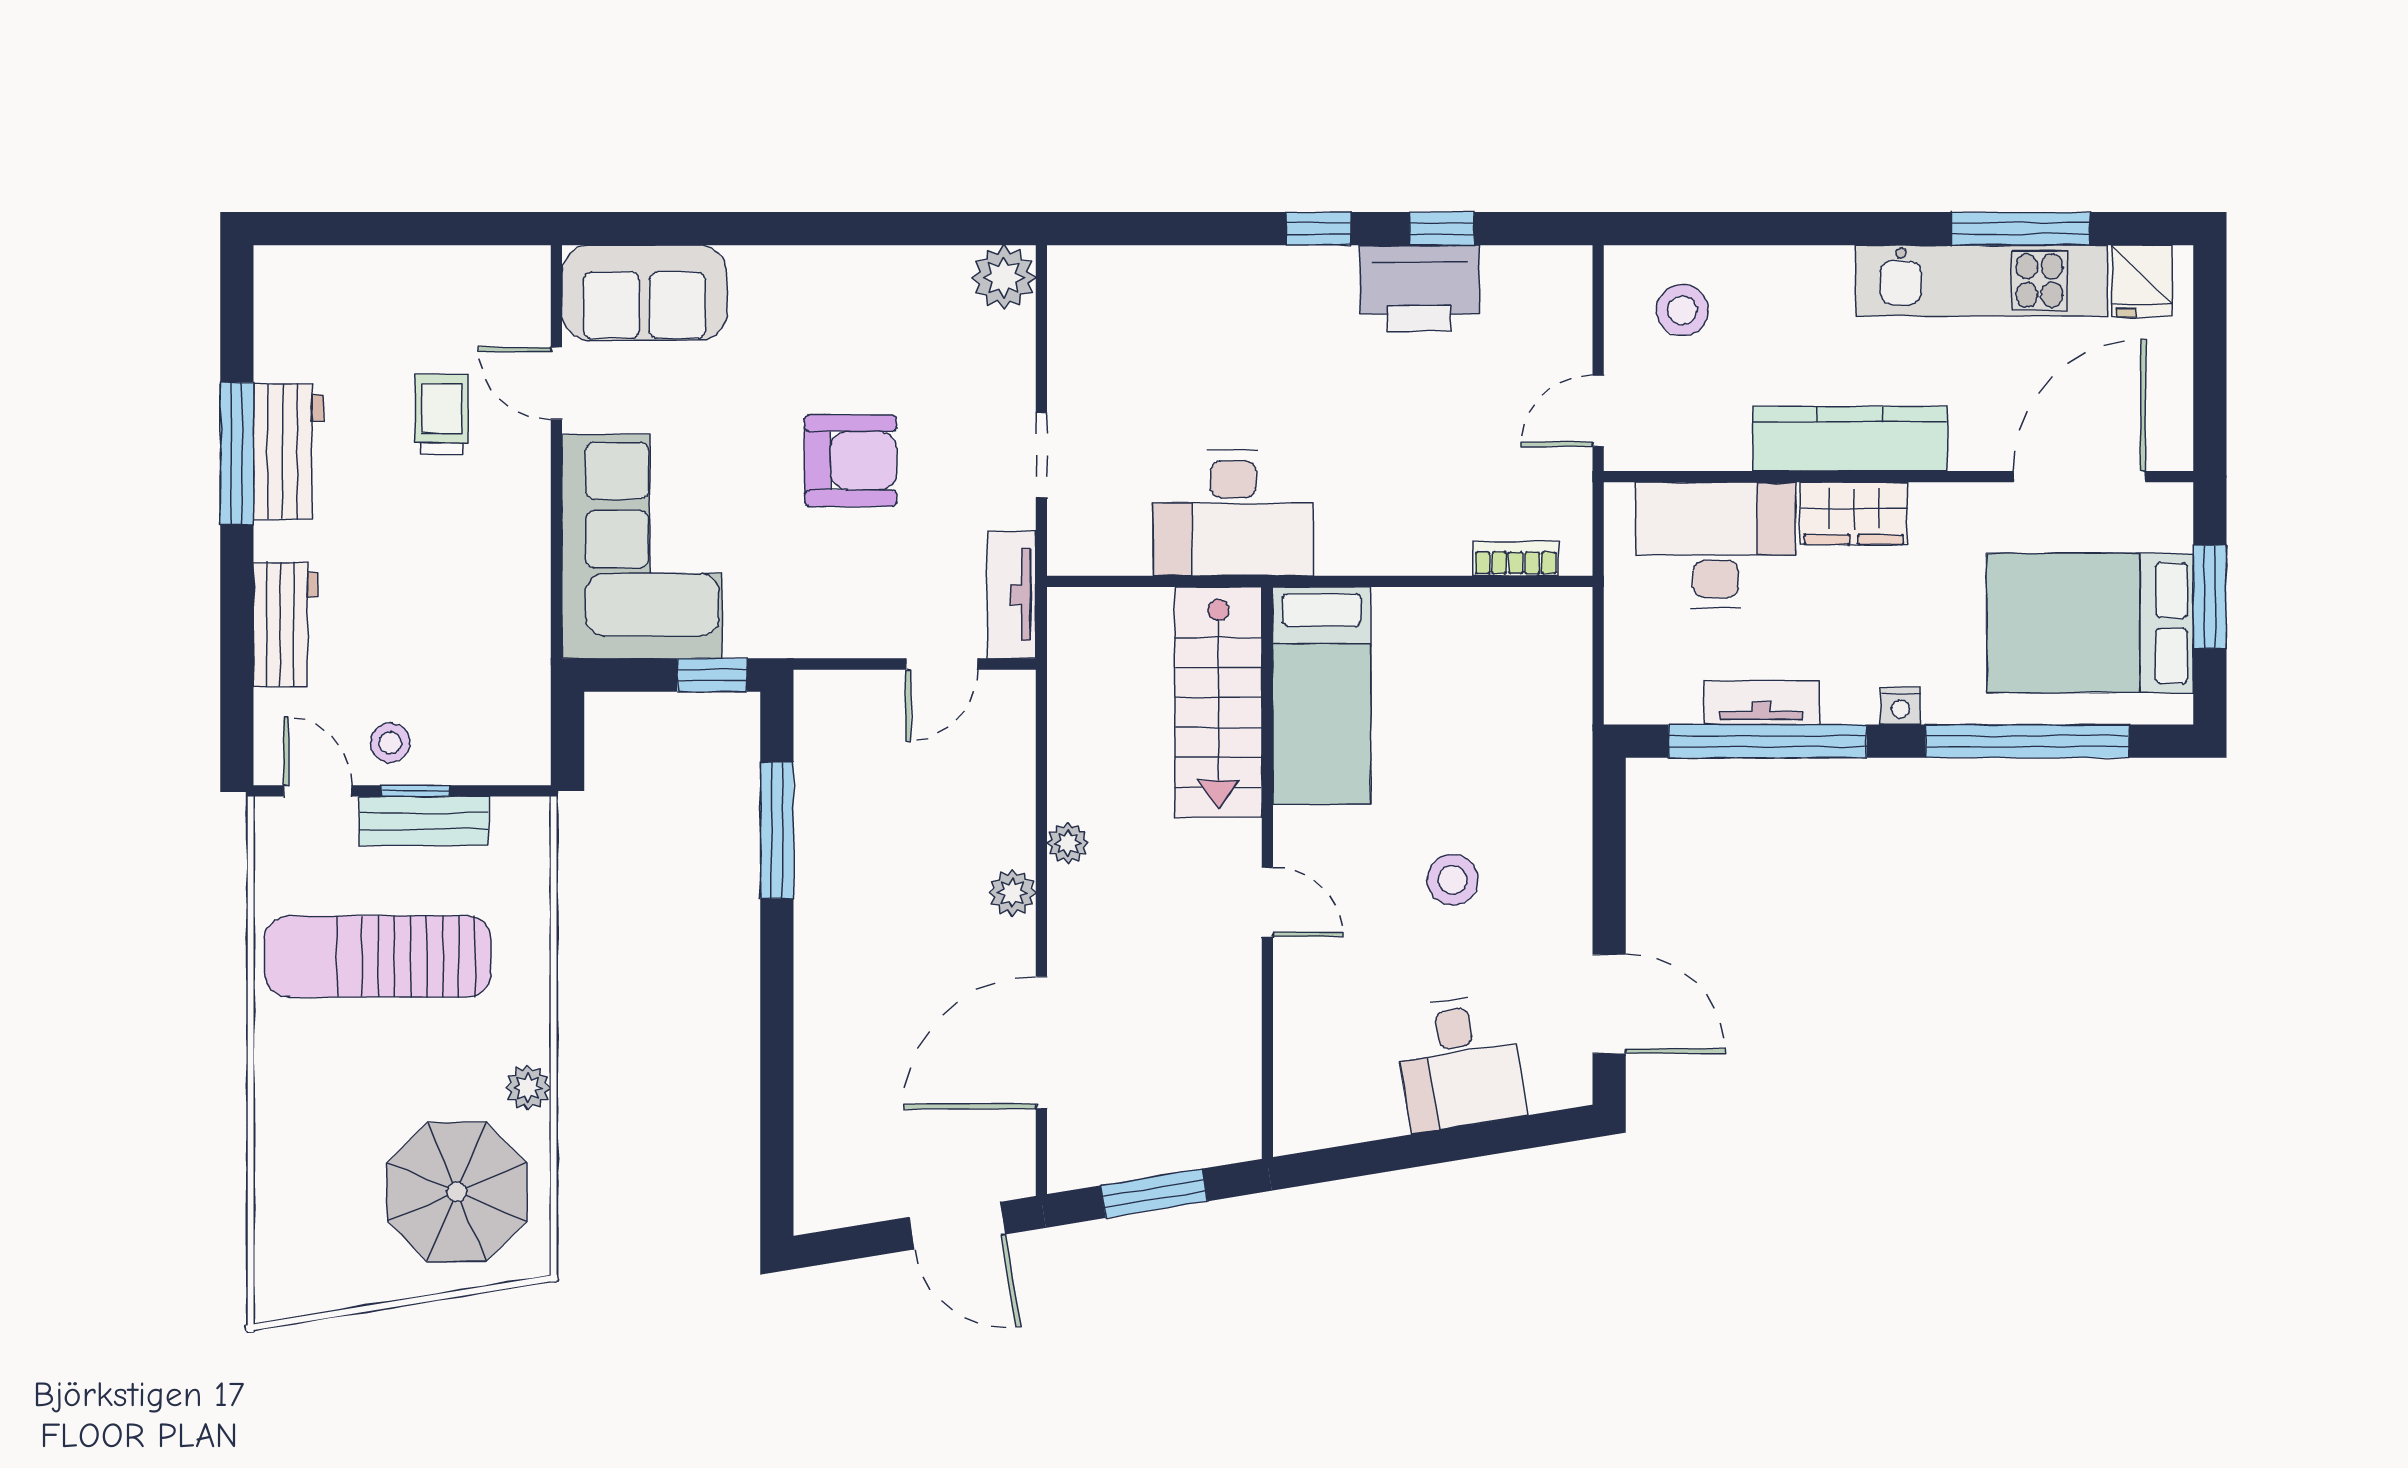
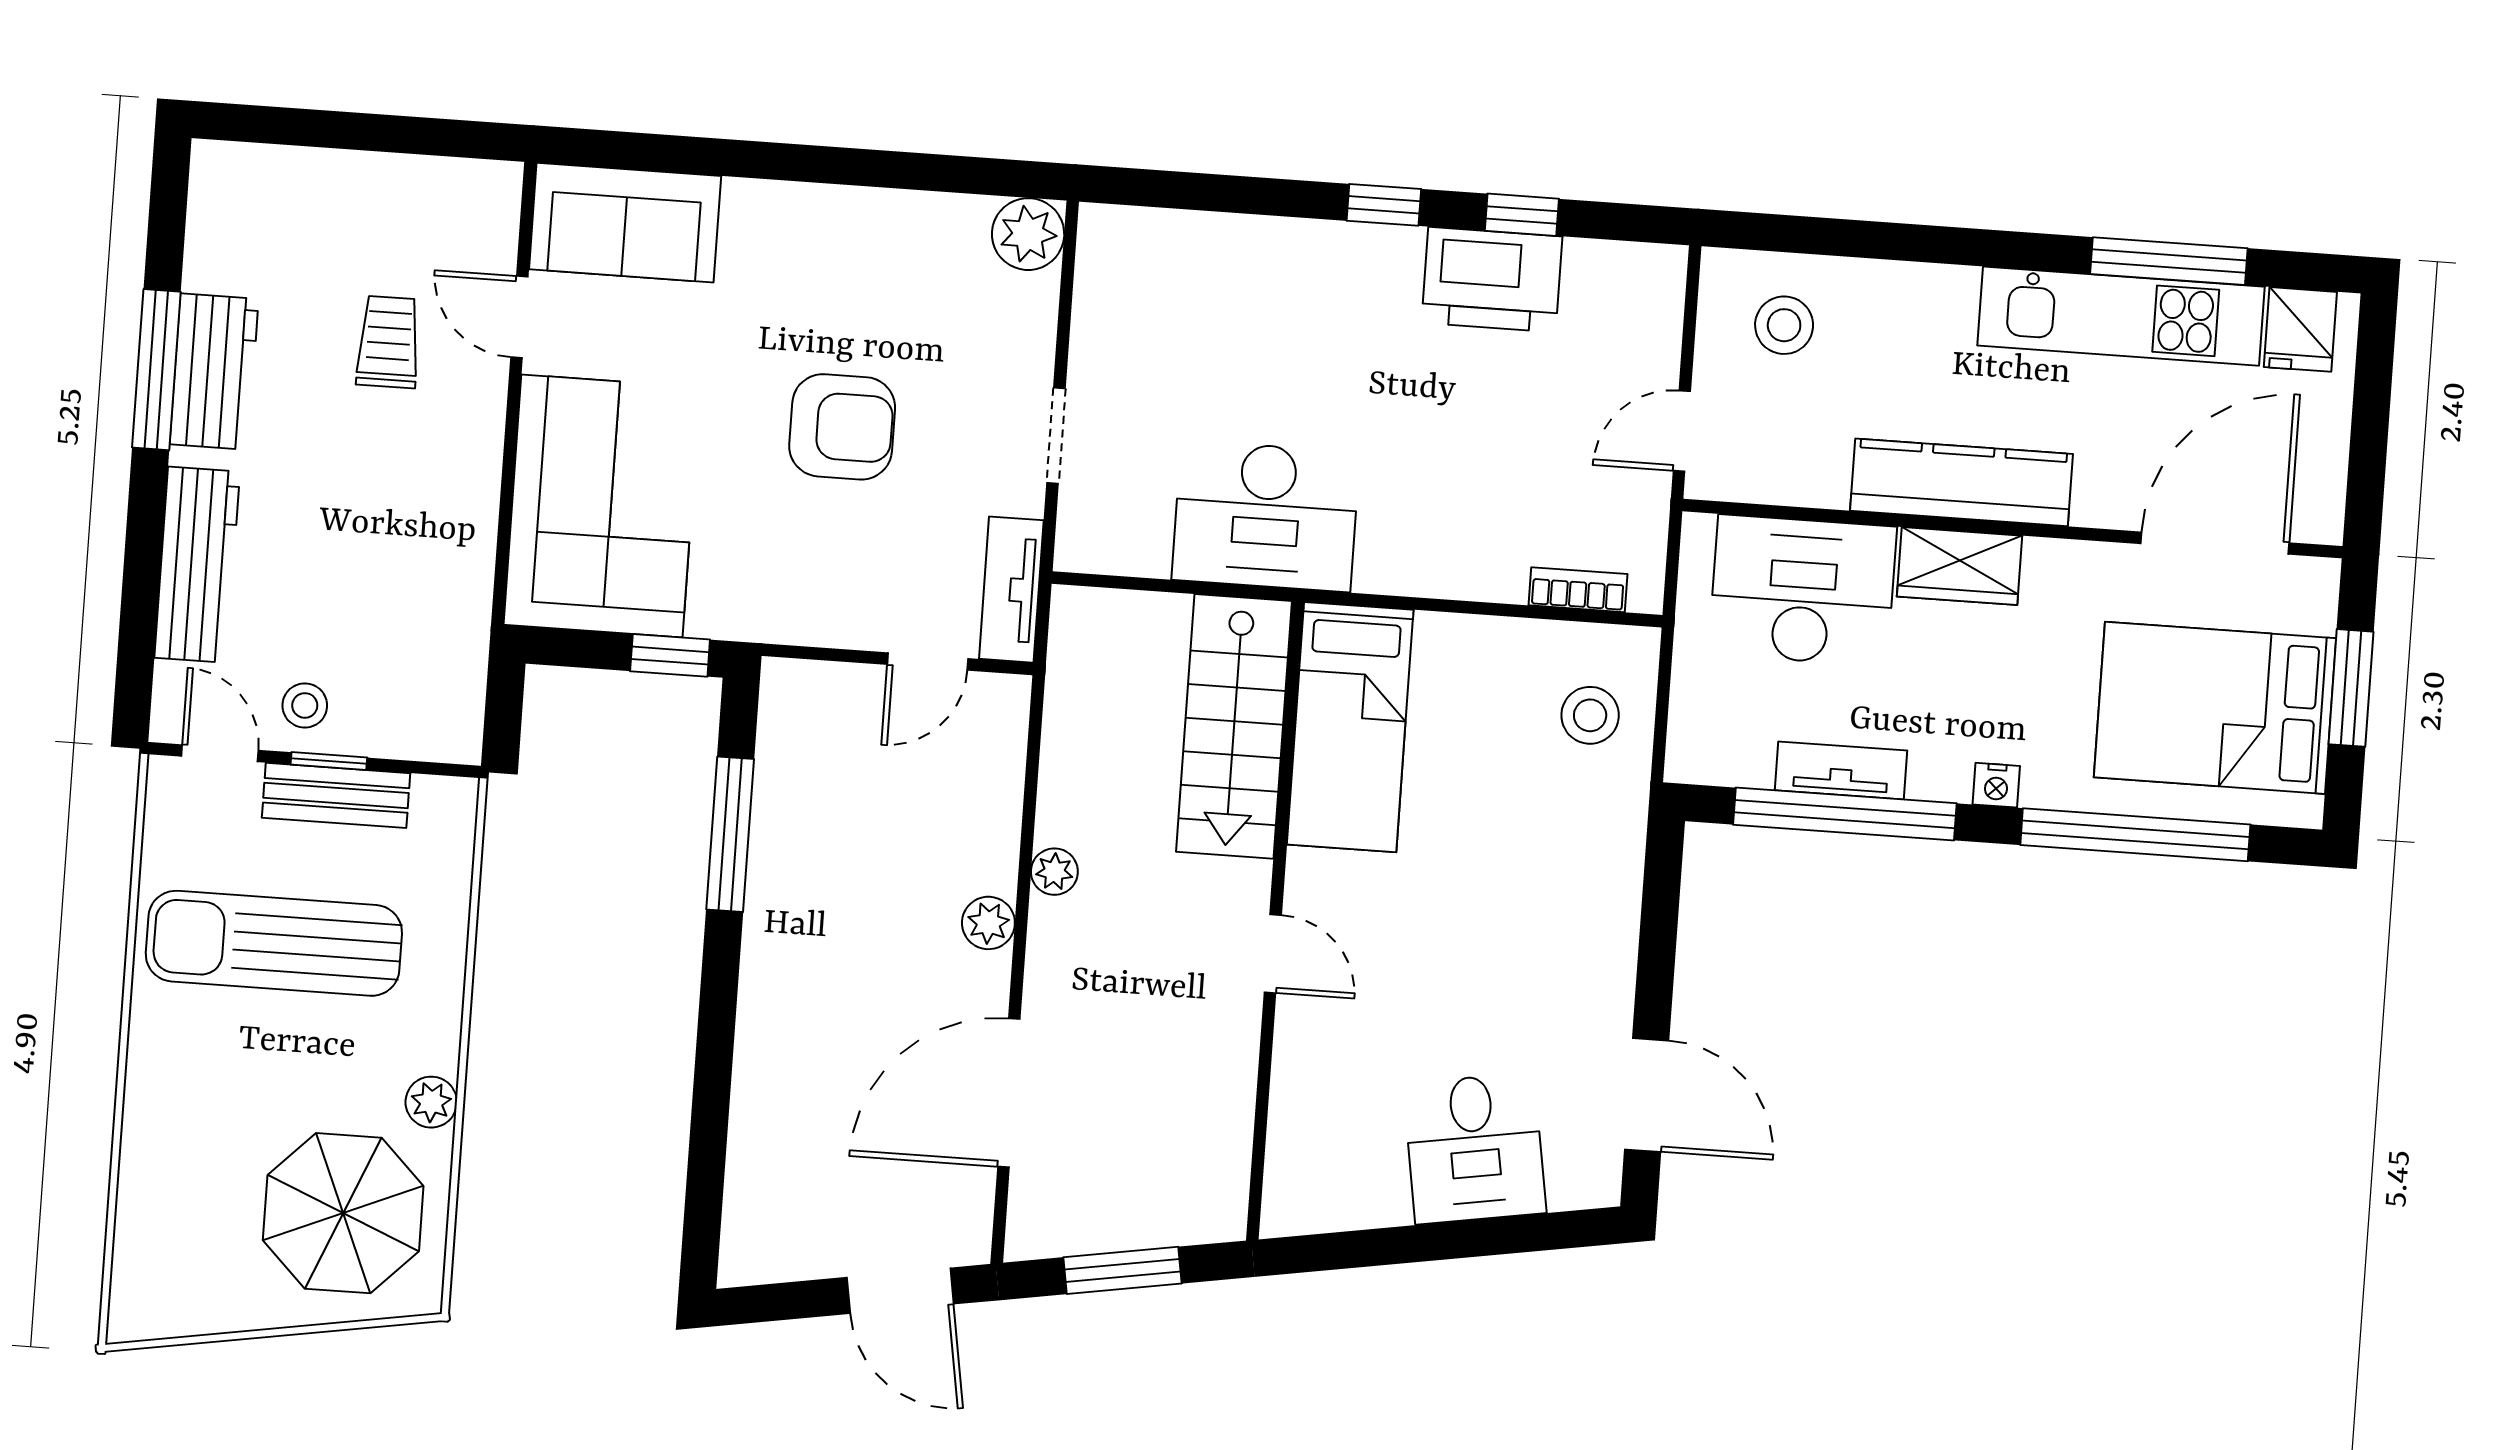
workbench: (285, 624) -> (197, 565), width x1.38
stool: (1453, 880) -> (1590, 715), moved

